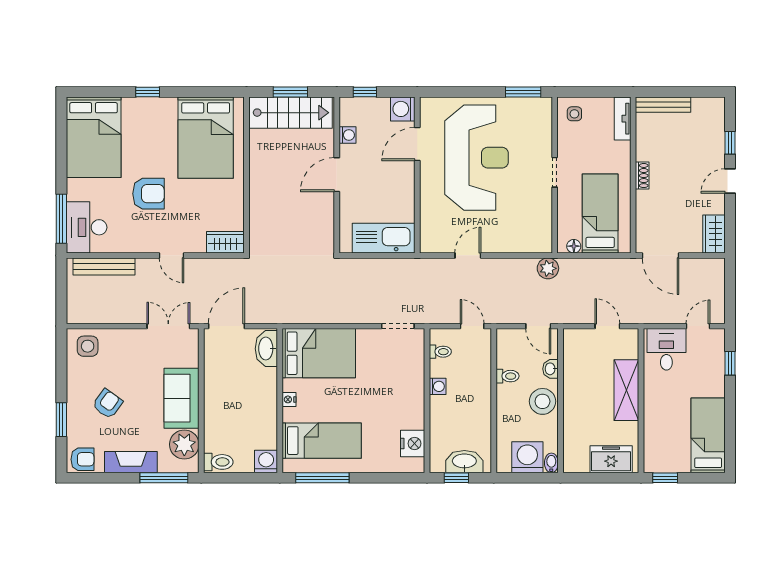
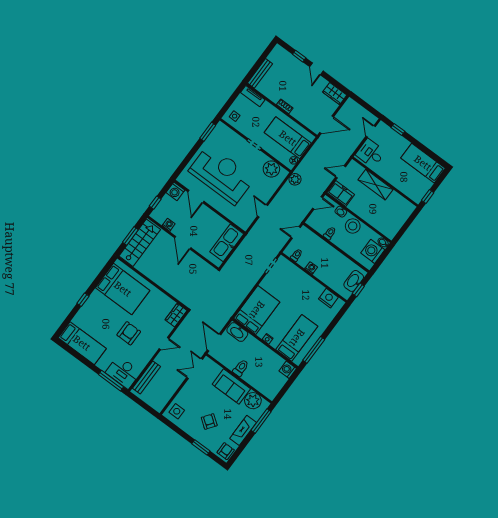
bed: (94, 137) -> (82, 343), width x0.67
plant: (538, 223) -> (271, 169), added
freezer: (611, 459) -> (341, 193), moved, turned 90
toilet: (218, 462) -> (241, 368), moved

